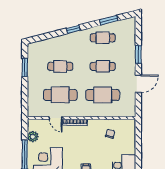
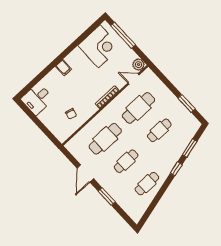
window: (109, 20) -> (190, 148), moved
door: (56, 118) -> (133, 79), moved
plant: (33, 137) -> (139, 65), moved

